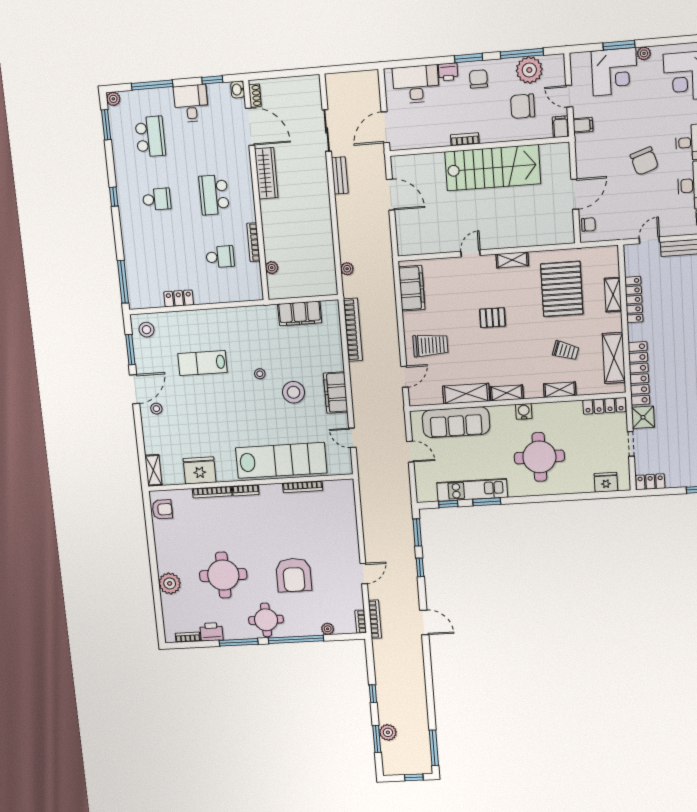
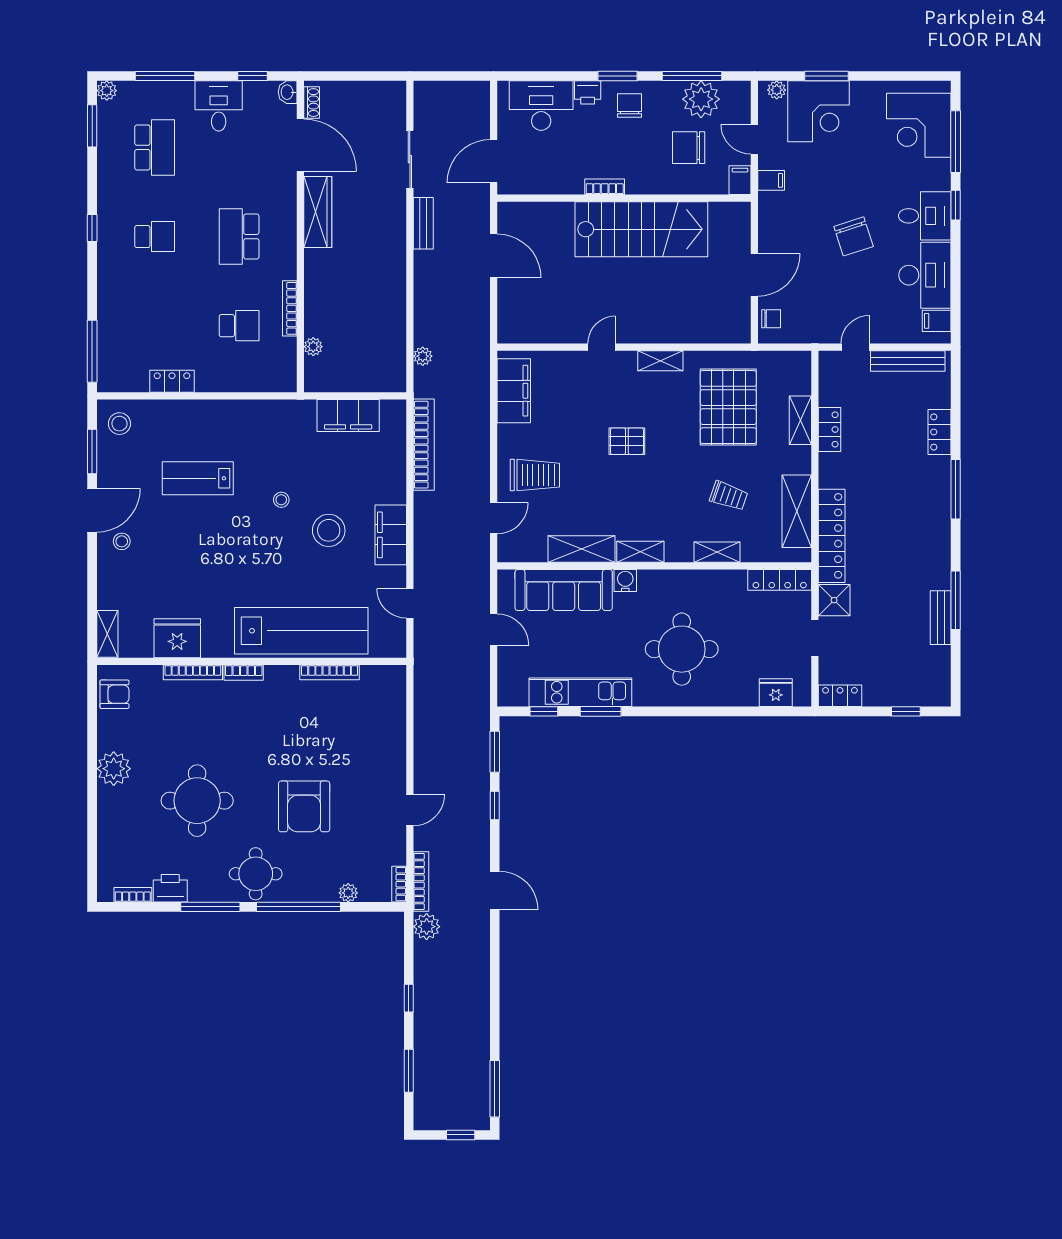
plant: (644, 53) -> (777, 90), moved
locker: (634, 300) -> (829, 429), width x0.66
water cooler: (524, 411) -> (625, 581), moved
plant: (170, 583) -> (114, 769), moved
plant: (388, 732) -> (427, 927), moved

